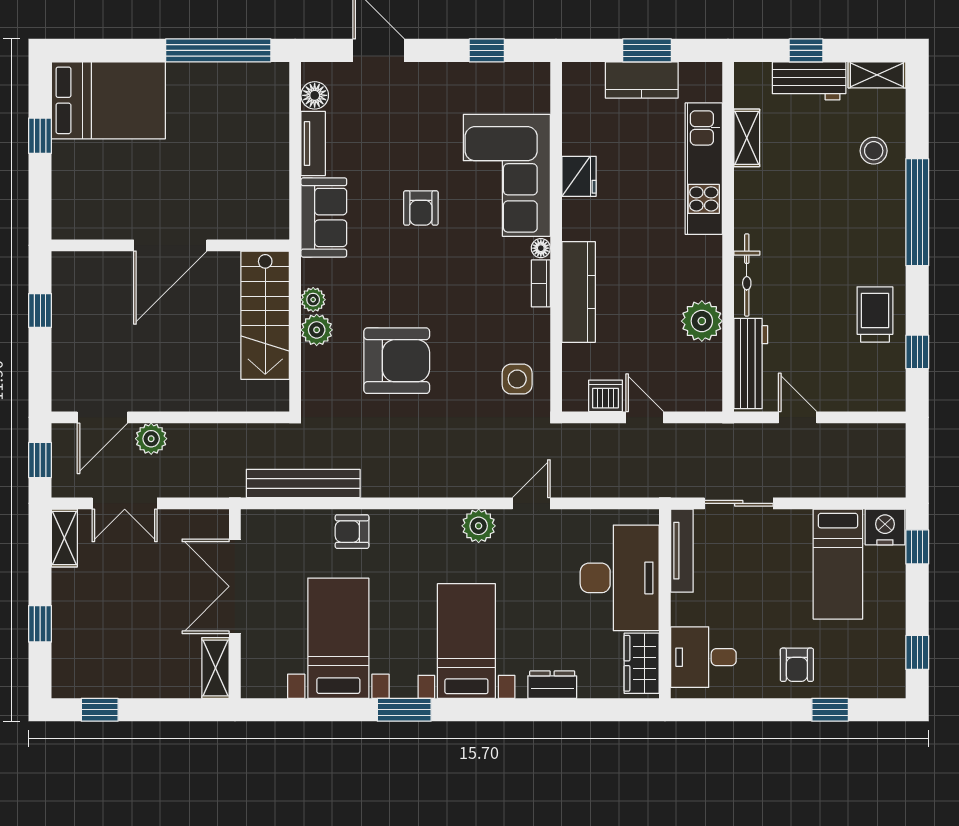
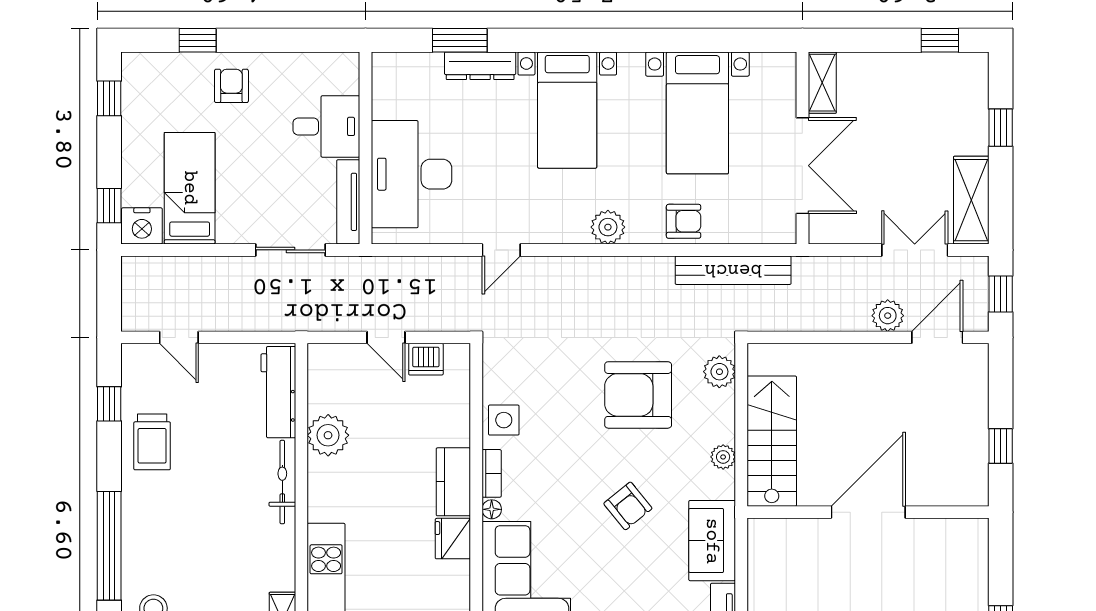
fridge: (579, 176) -> (453, 539), moved
armchair: (421, 208) -> (628, 506), moved, turned 141
kitchen counter: (579, 292) -> (453, 482), width x0.67
plant: (317, 330) -> (719, 372), moved
side table: (517, 379) -> (504, 420), moved
door: (798, 417) -> (179, 337), moved
plant: (479, 526) -> (608, 227), moved
shelving: (64, 538) -> (971, 200), width x1.50, depth x1.33
desk: (703, 657) -> (326, 126), moved
wardrobe: (642, 663) -> (389, 87), removed
dresser: (552, 685) -> (480, 66), width x1.44
window: (404, 710) -> (460, 40), moved

